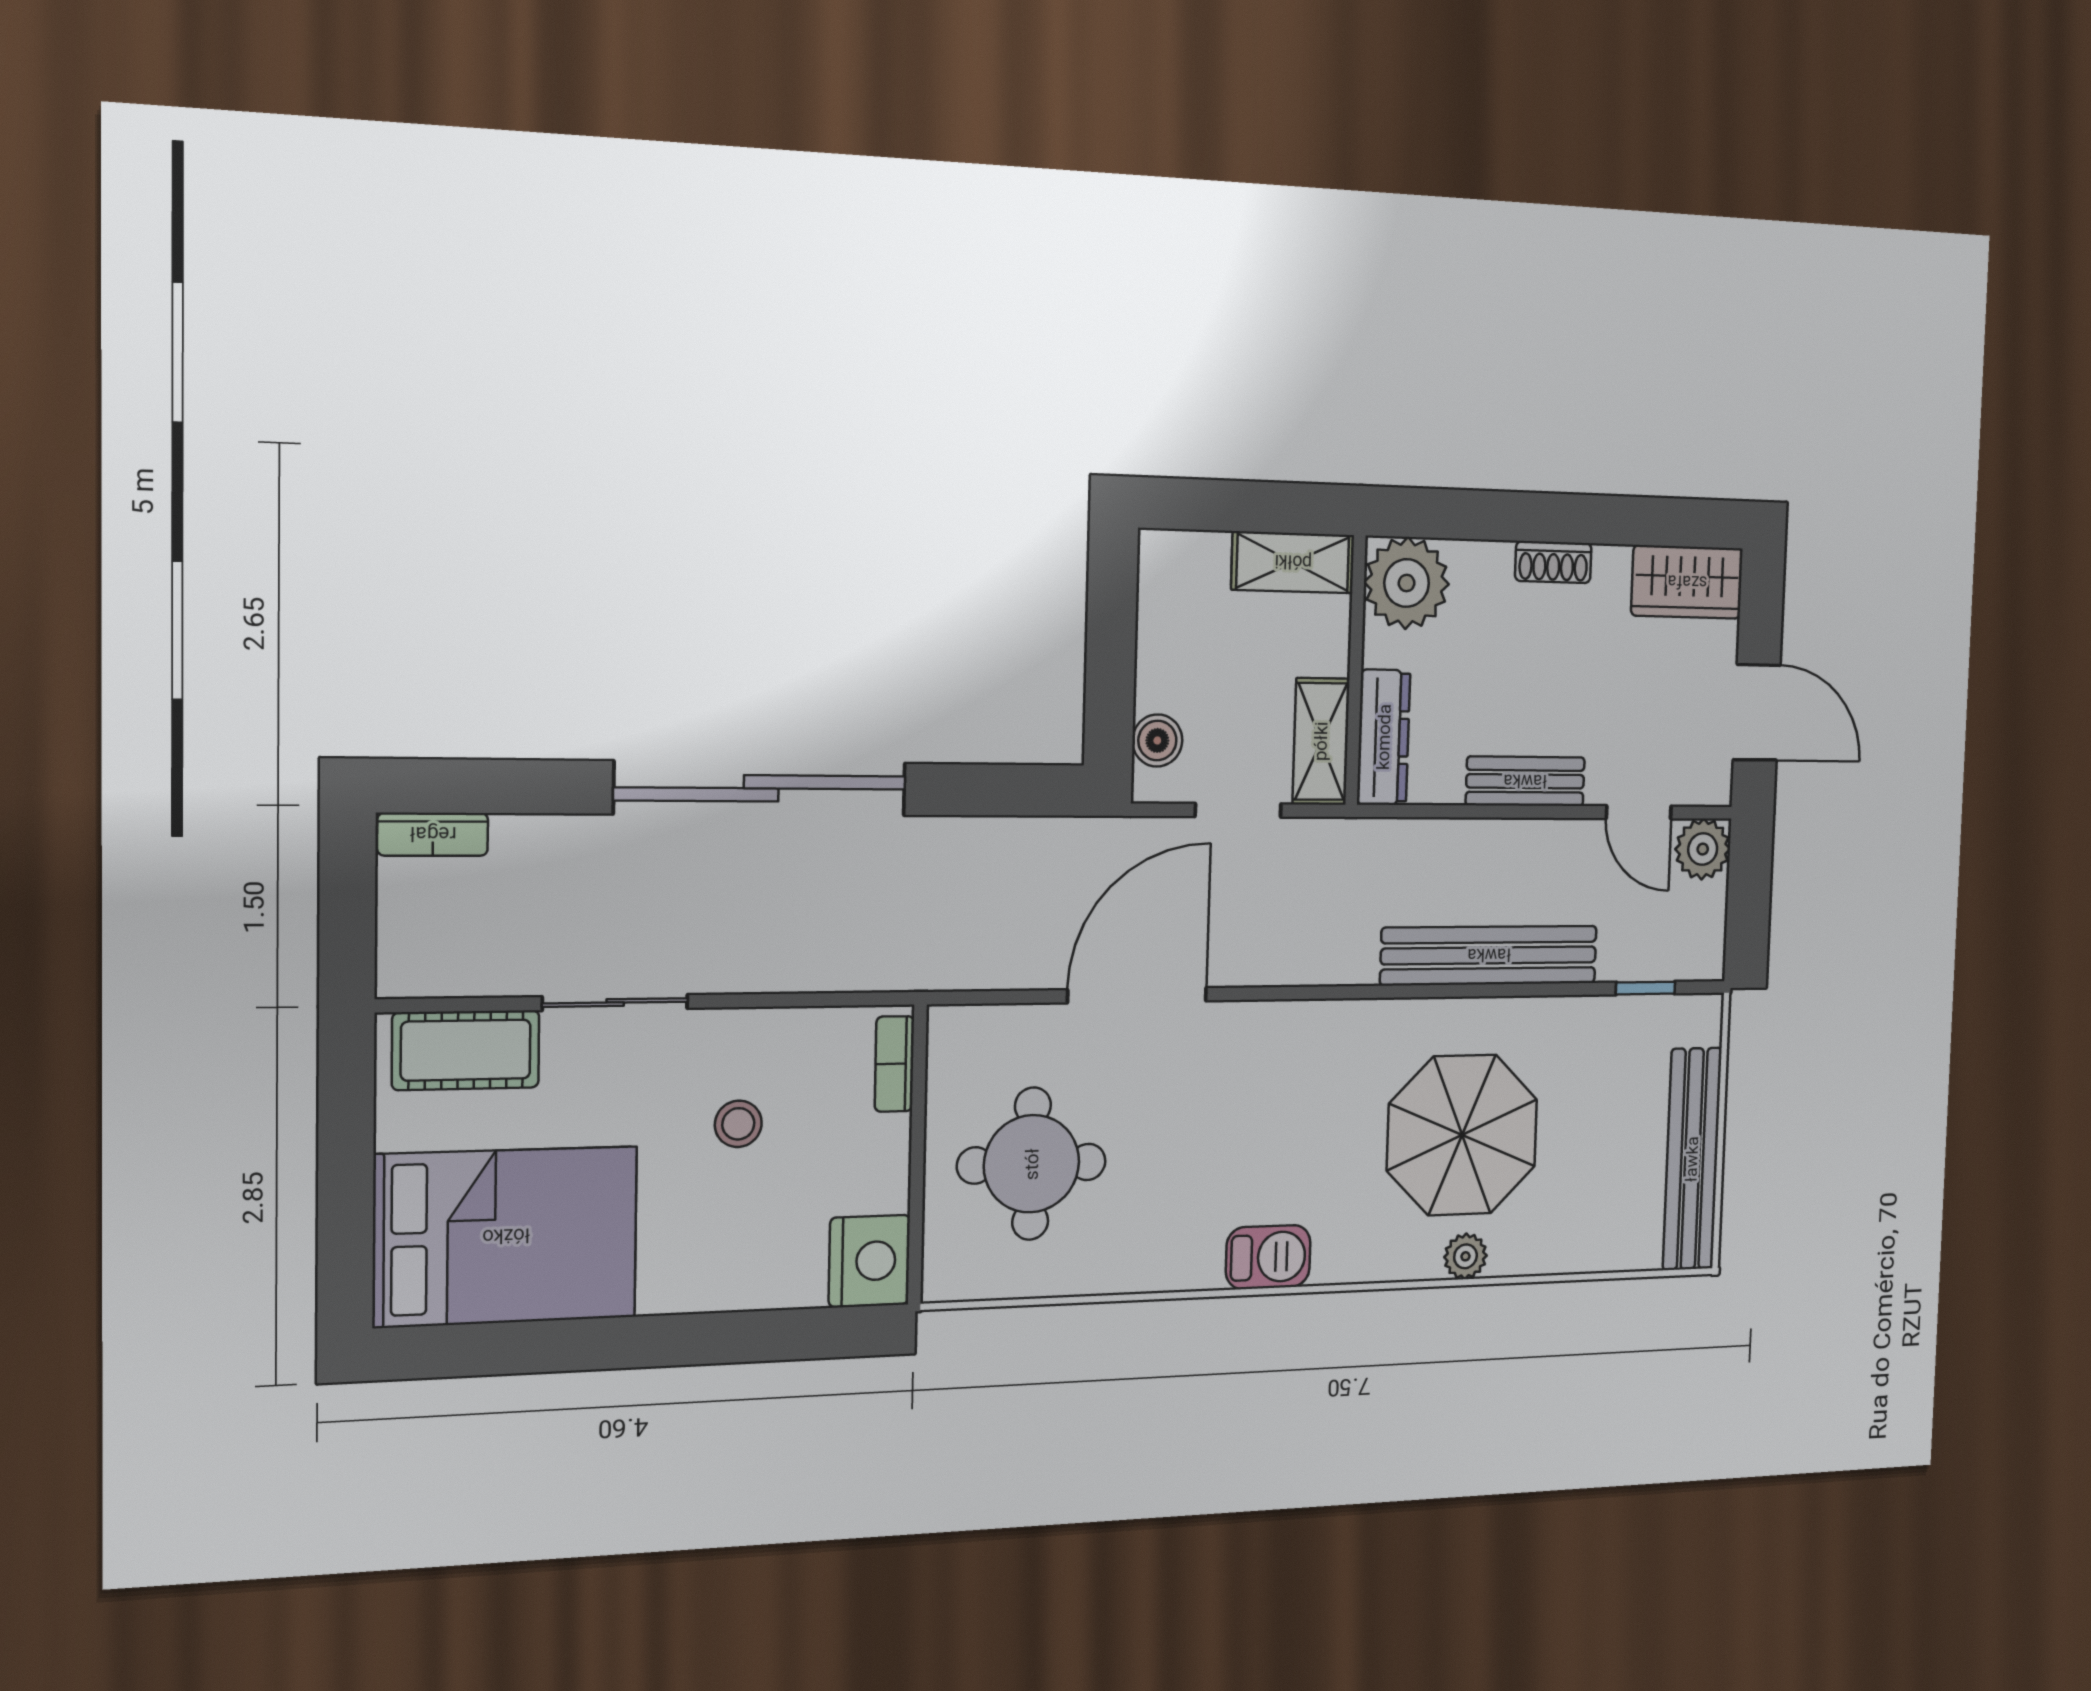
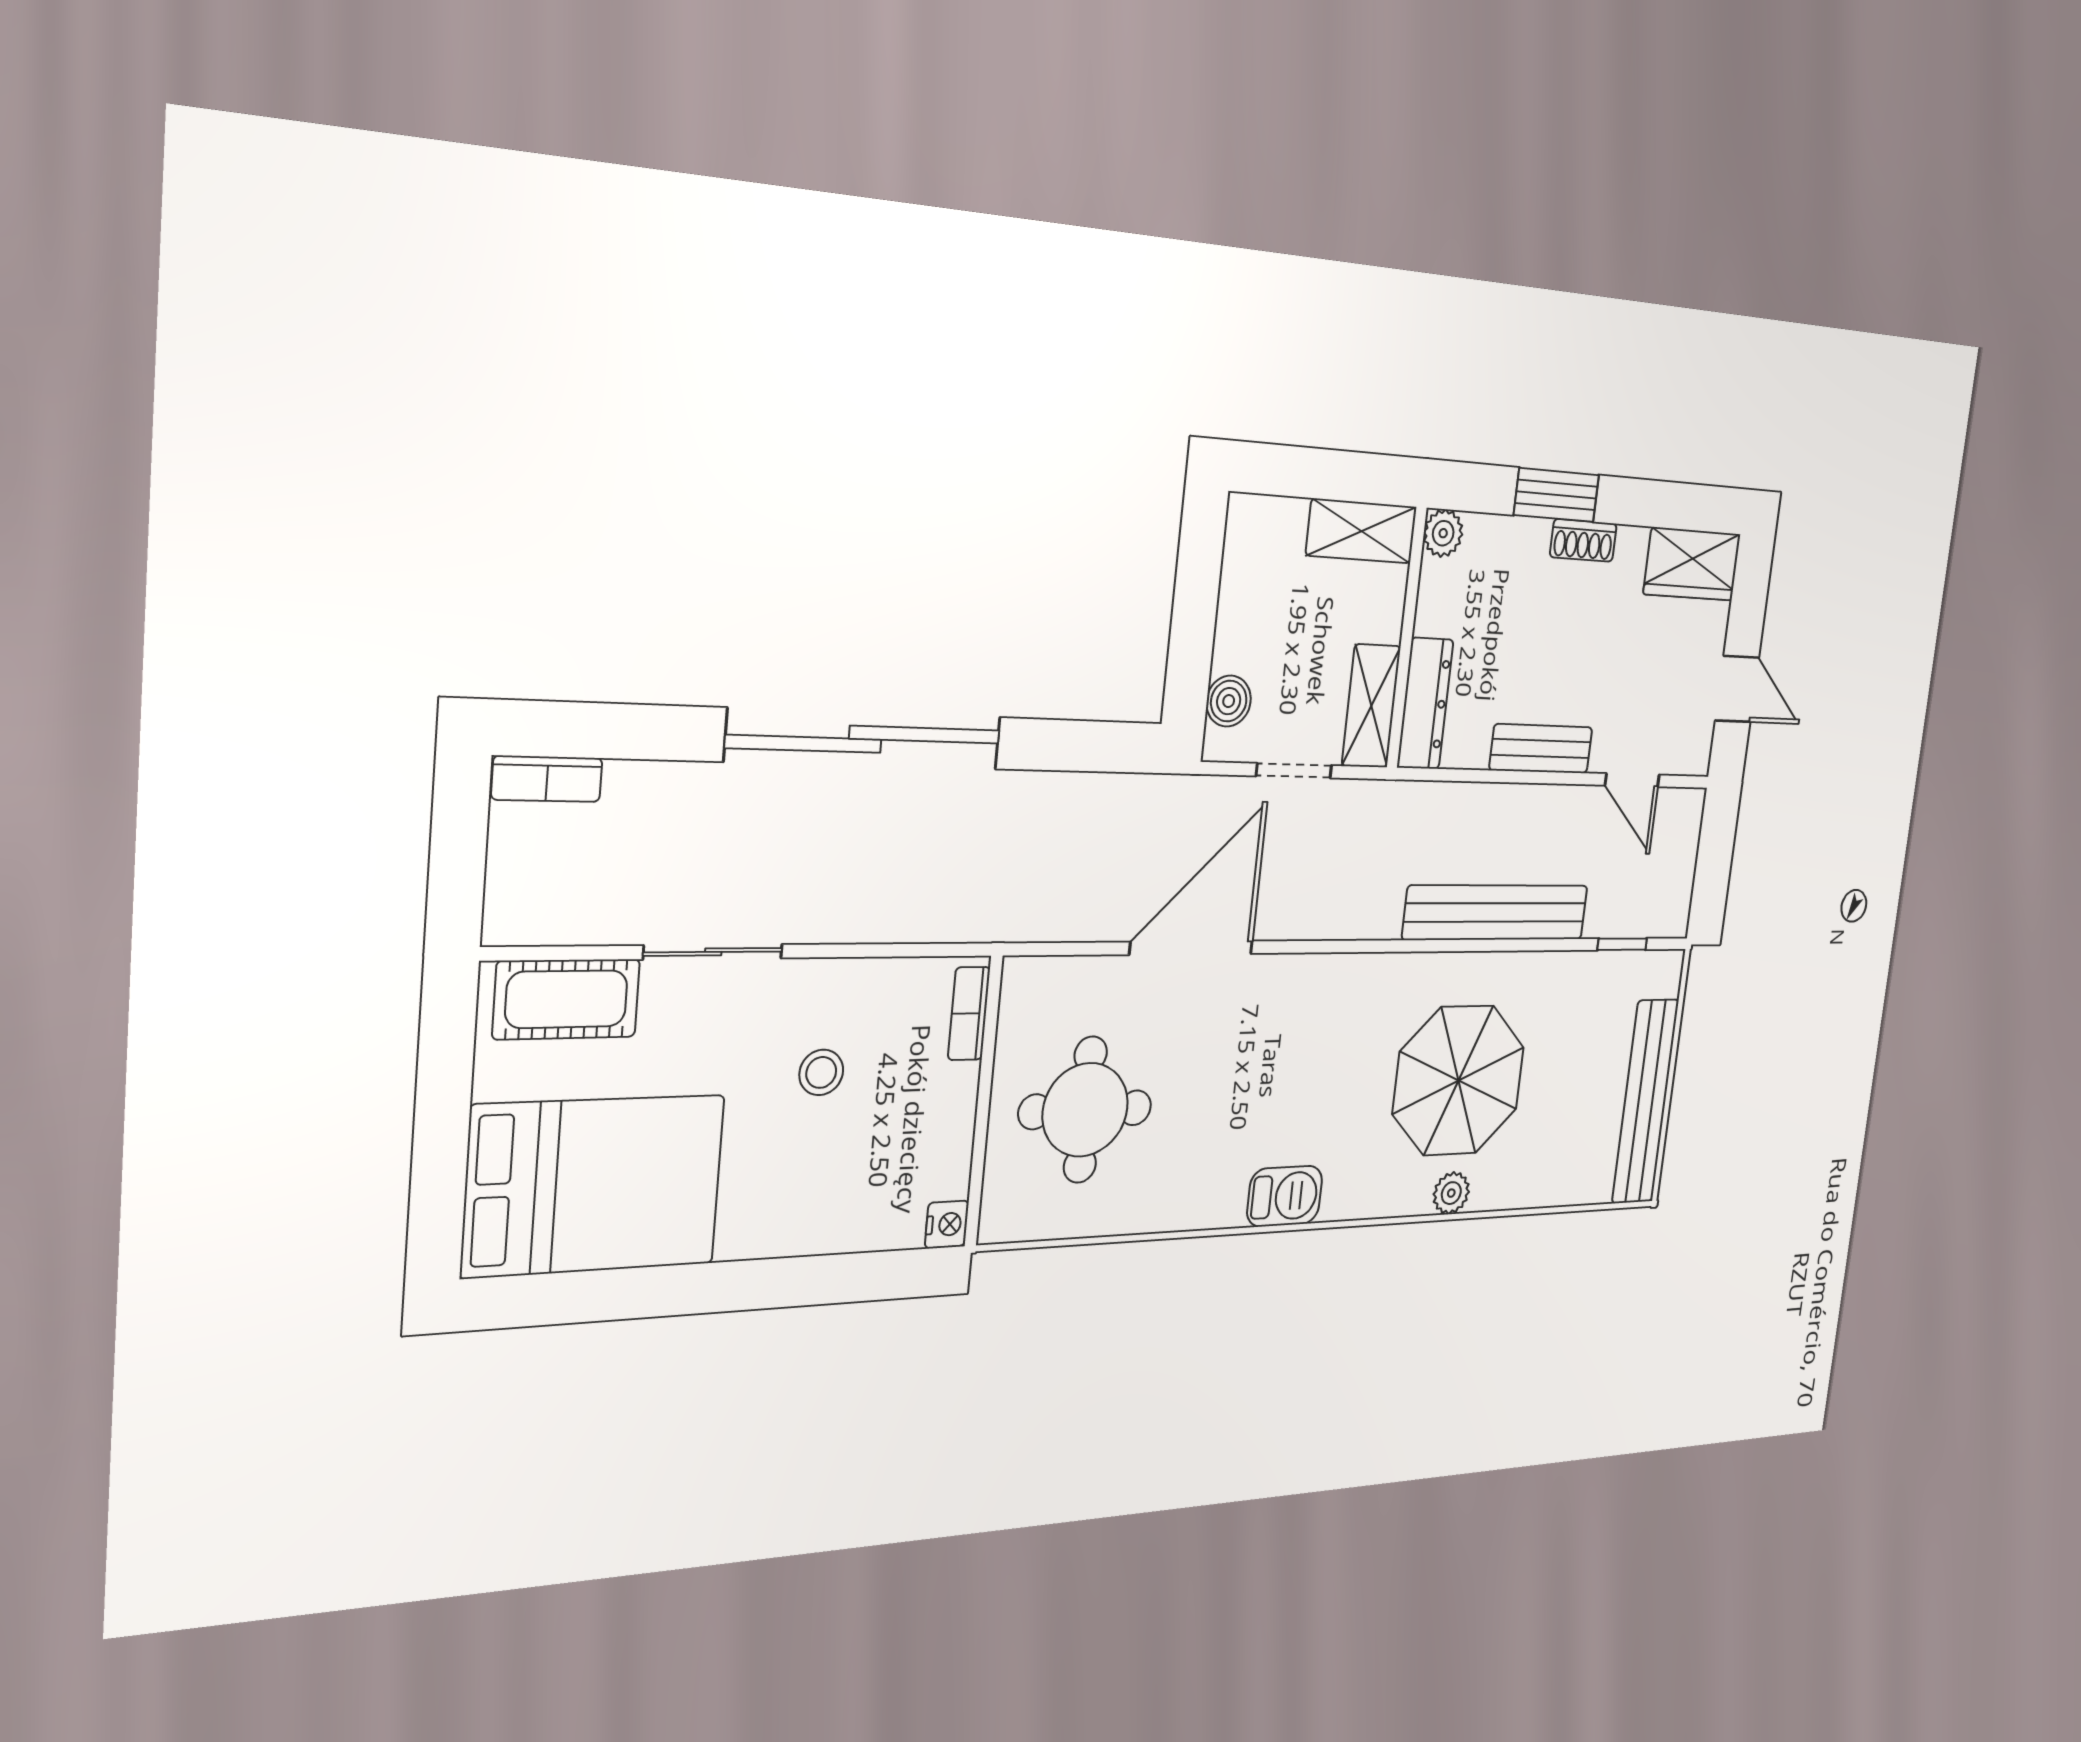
window: (1516, 516) -> (1556, 495), added
plant: (1407, 583) -> (1443, 533), width x0.53, depth x0.53
door: (1757, 712) -> (1737, 689), width x0.73
plant: (1703, 849) -> (1681, 816), removed
nightstand: (869, 1261) -> (947, 1224), width x0.53, depth x0.56

